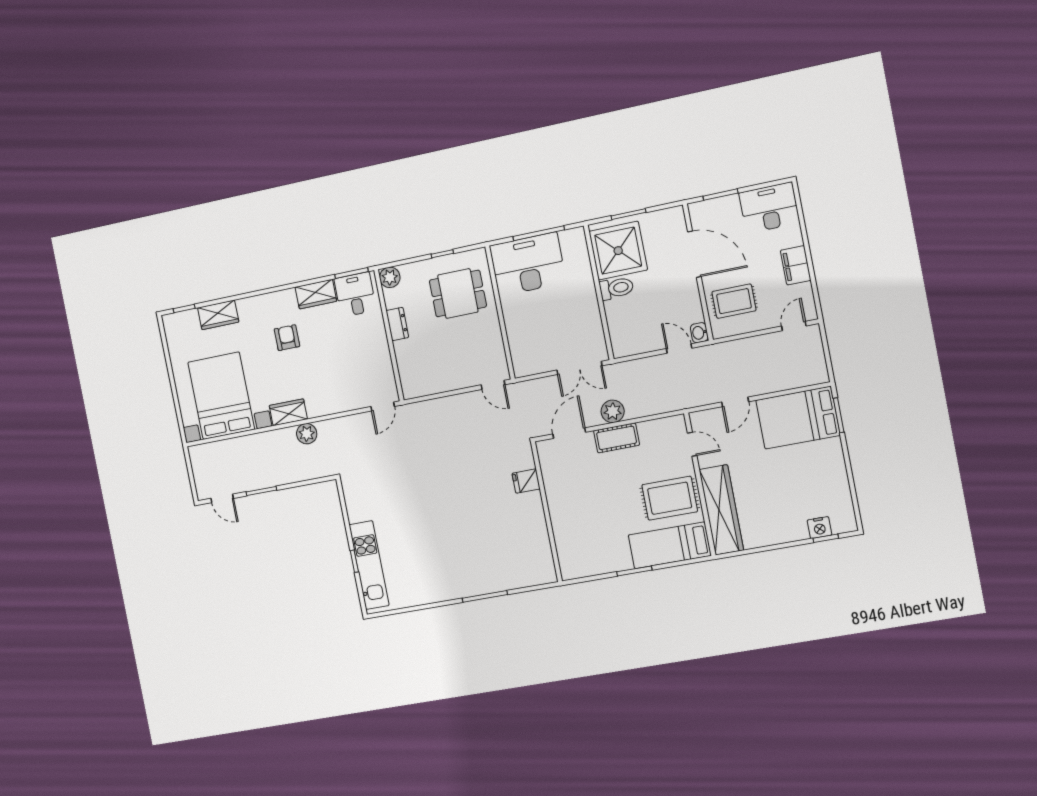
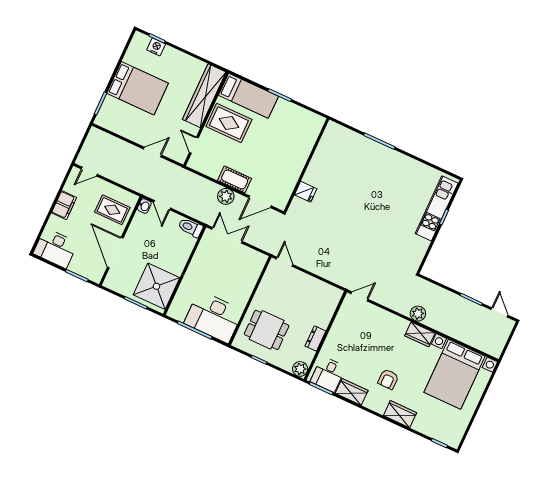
toilet: (616, 288) -> (190, 228), moved
wardrobe: (218, 315) -> (400, 414), moved
bed: (798, 418) -> (138, 88), moved

